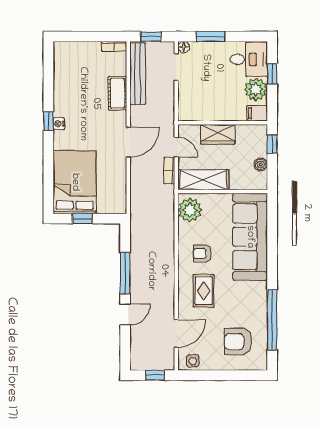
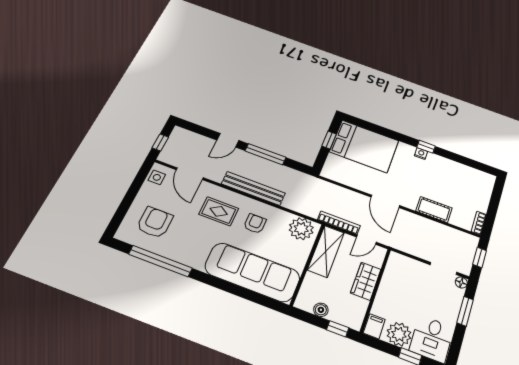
bench: (138, 74) -> (253, 188), moved
bookcase: (169, 171) -> (339, 223), width x1.56
door: (125, 314) -> (228, 140), hinge flipped

